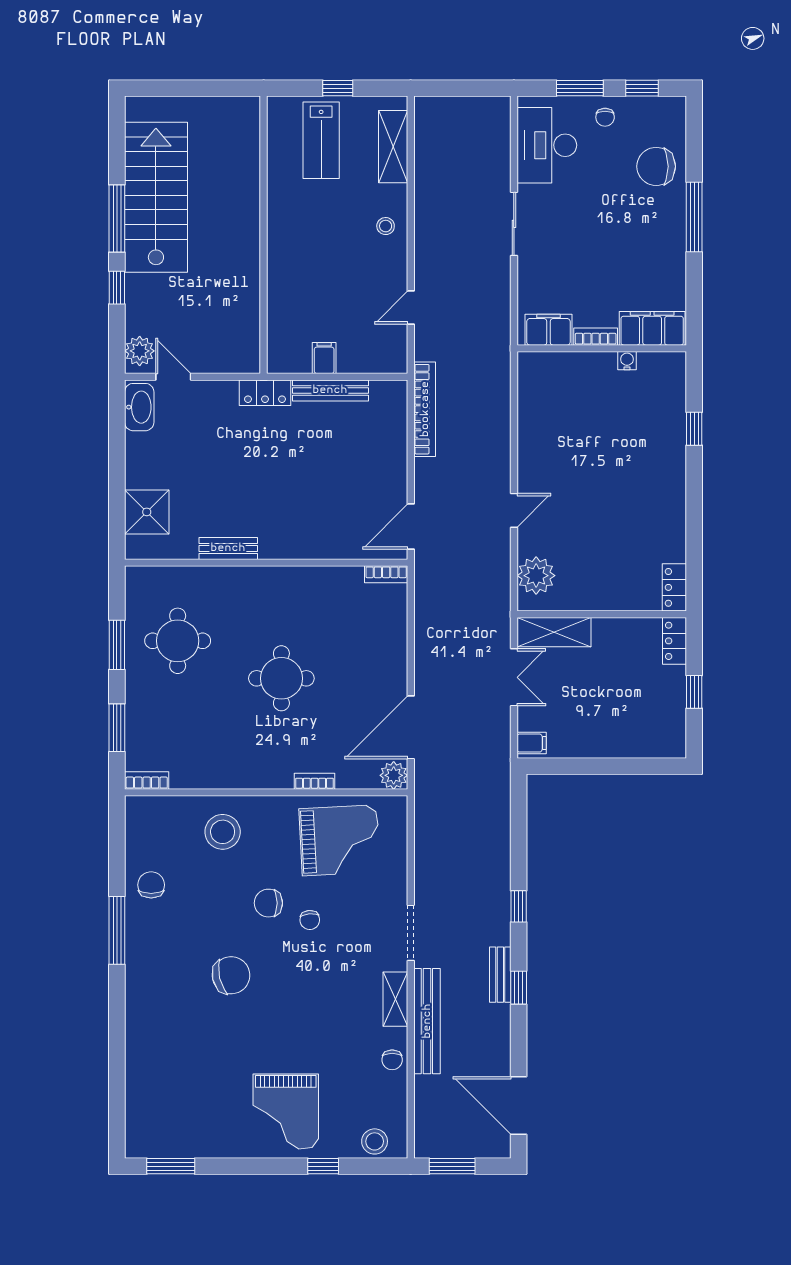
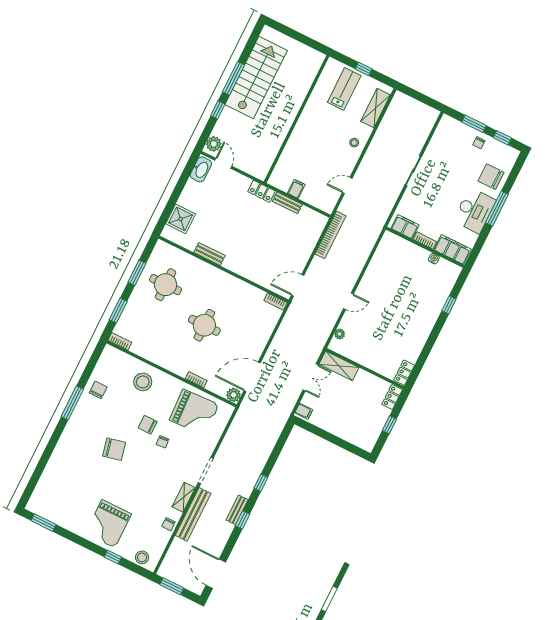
lab bench: (321, 140) -> (344, 89), turned 180
desk: (547, 145) -> (475, 211), moved, turned 180
bench: (330, 390) -> (287, 203), width x0.73
plant: (536, 576) -> (340, 334), width x0.53, depth x0.53

